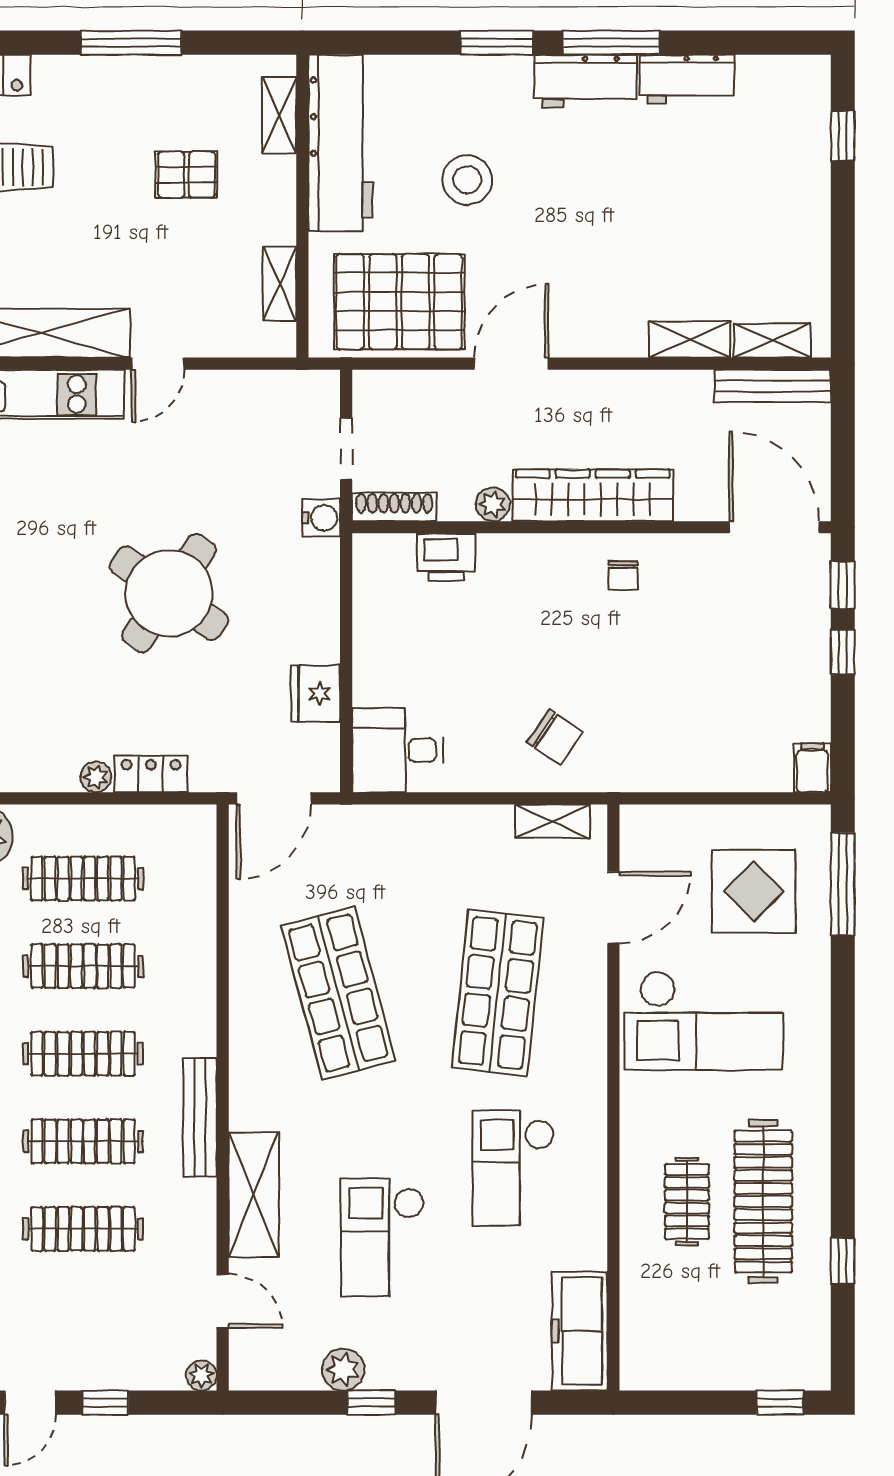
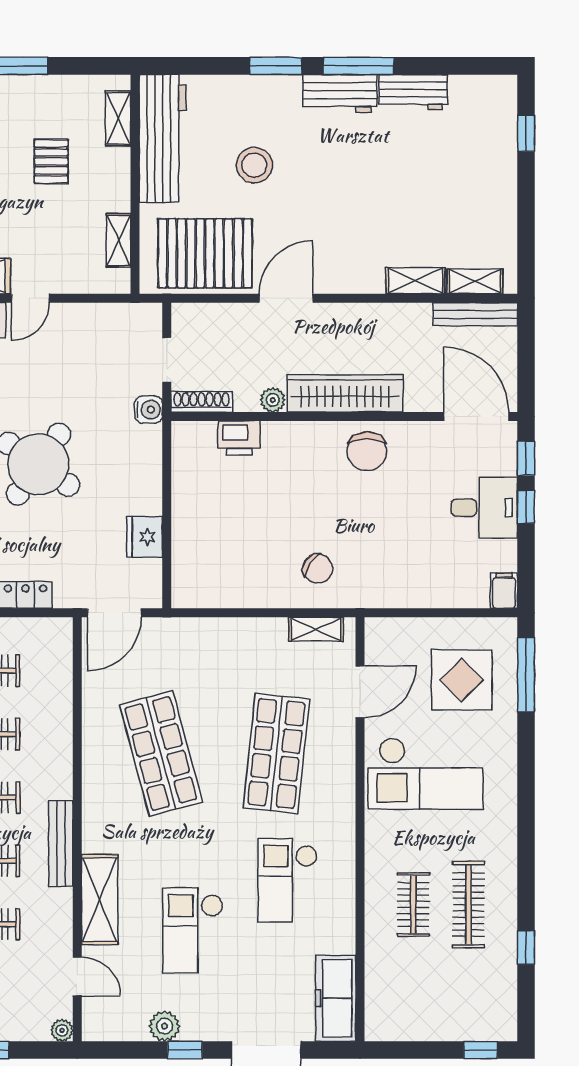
pallet: (187, 175) -> (51, 161), turned 90
chair: (623, 575) -> (367, 451), width x1.87, depth x1.87
desk: (398, 750) -> (484, 508), moved, turned 180
clothes rail: (763, 1202) -> (468, 905), width x0.73, depth x0.76

